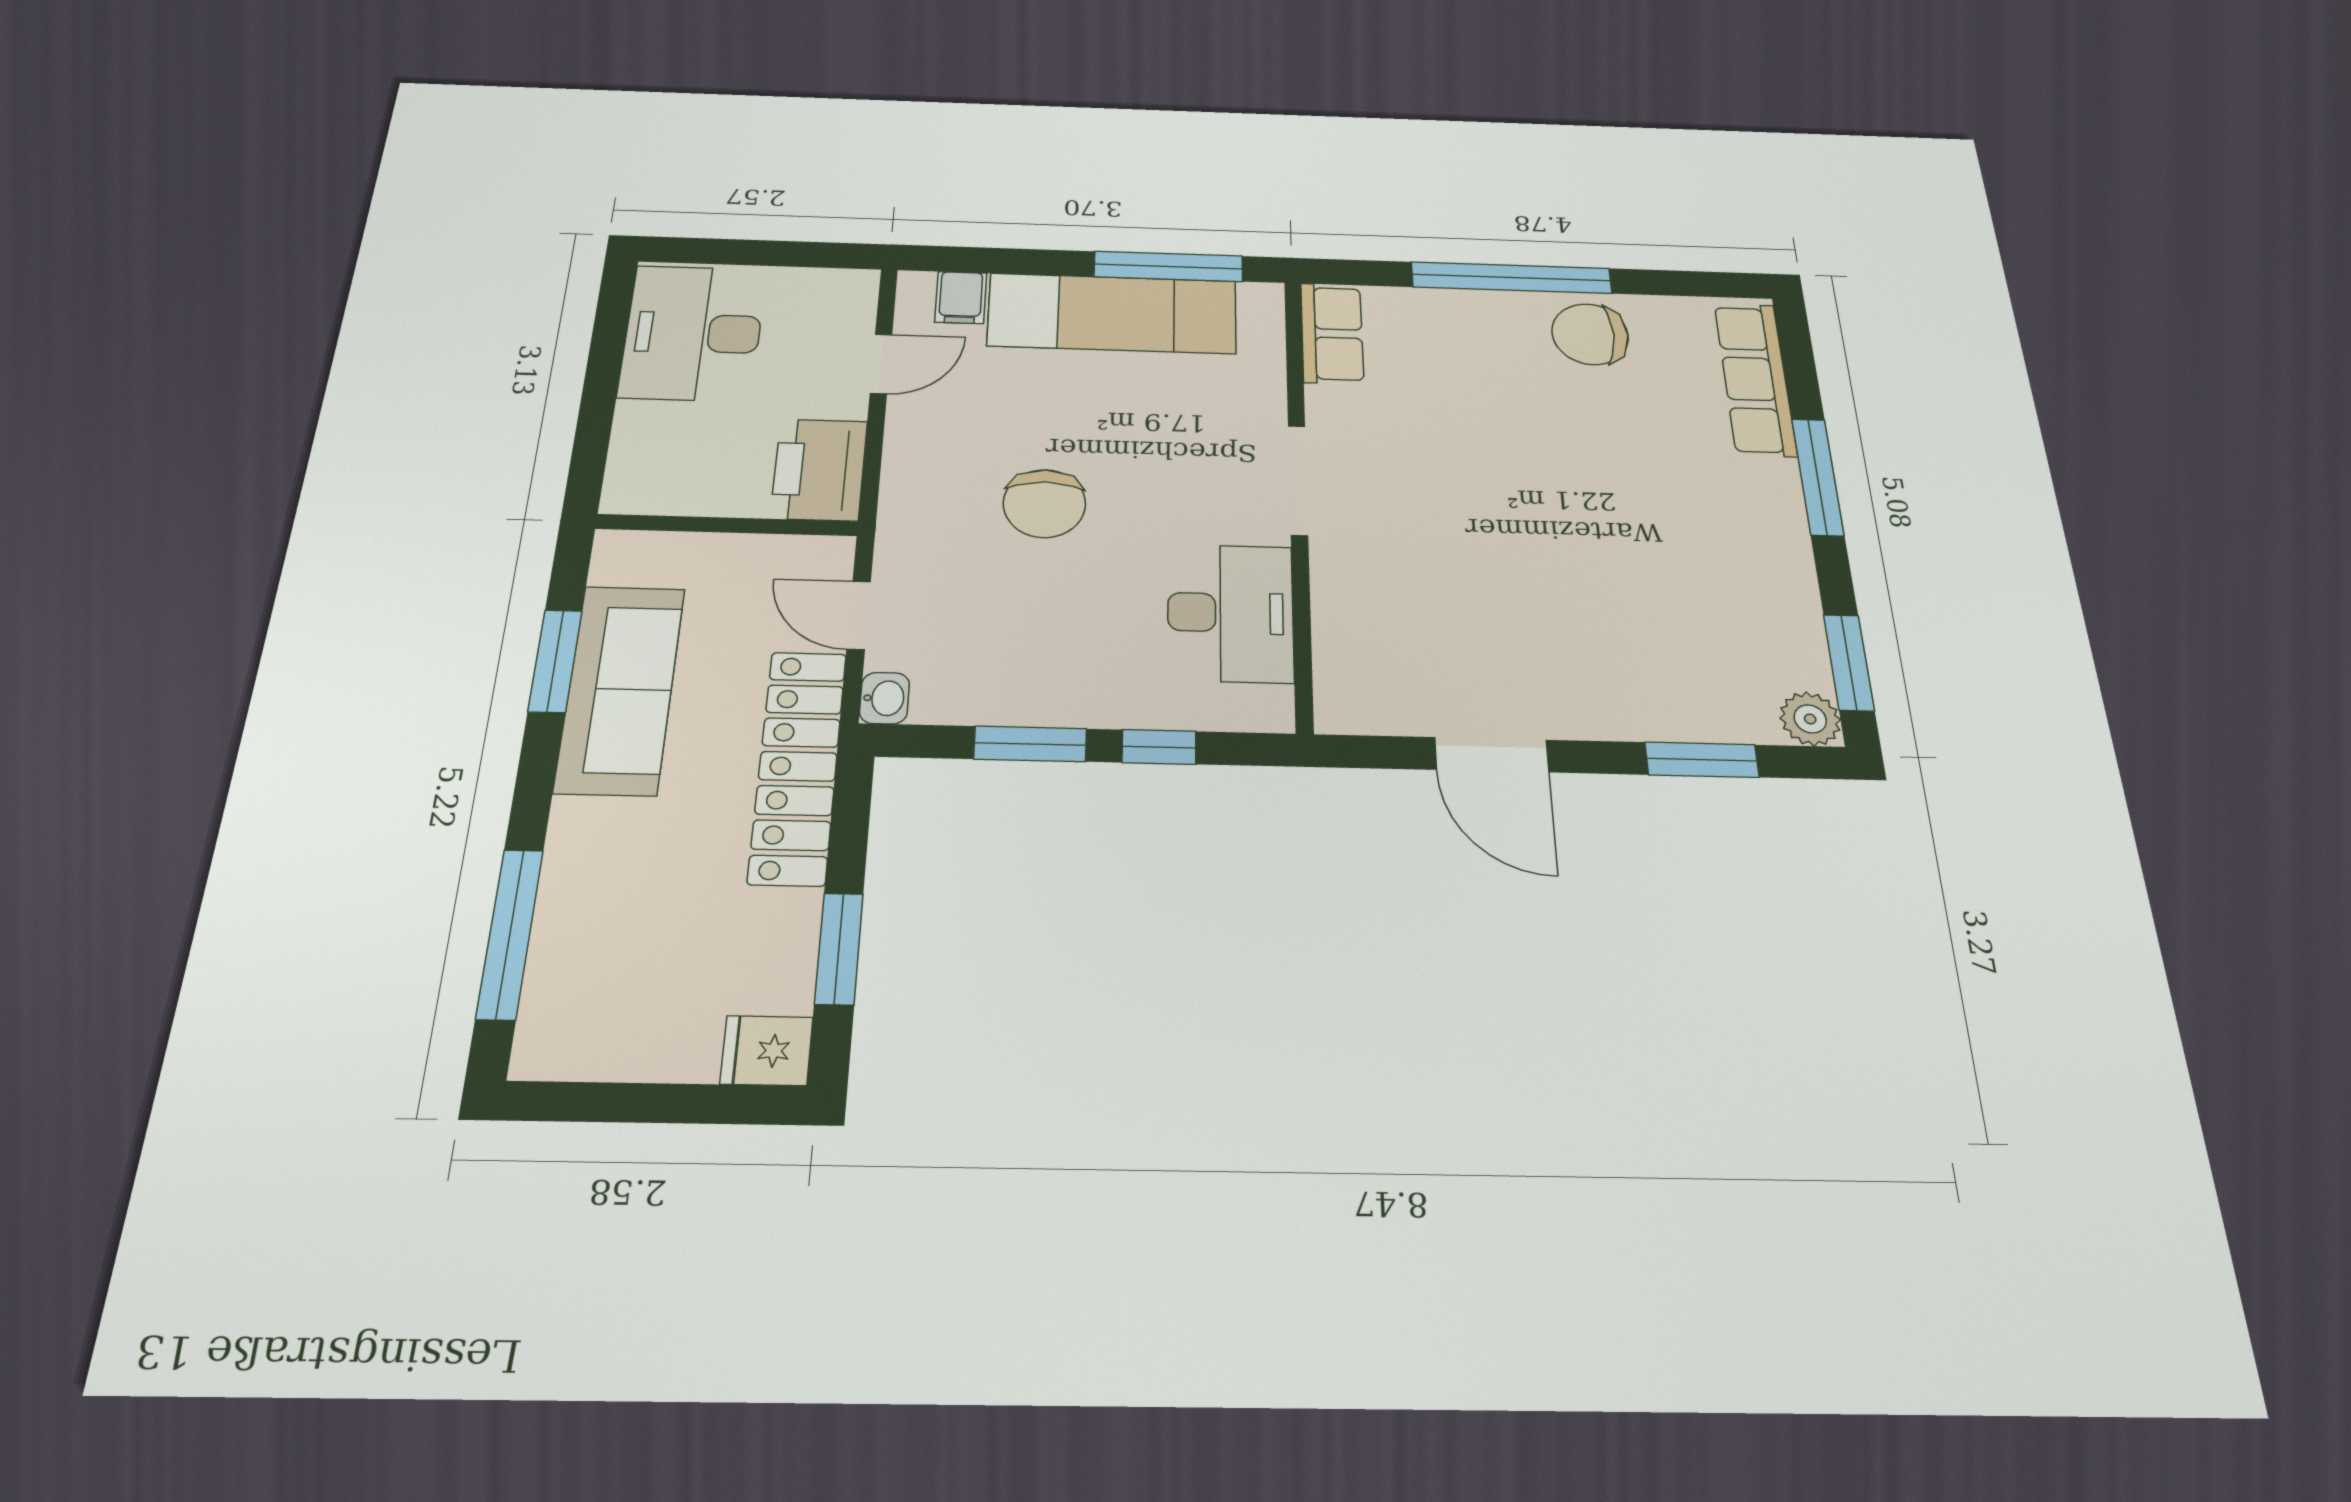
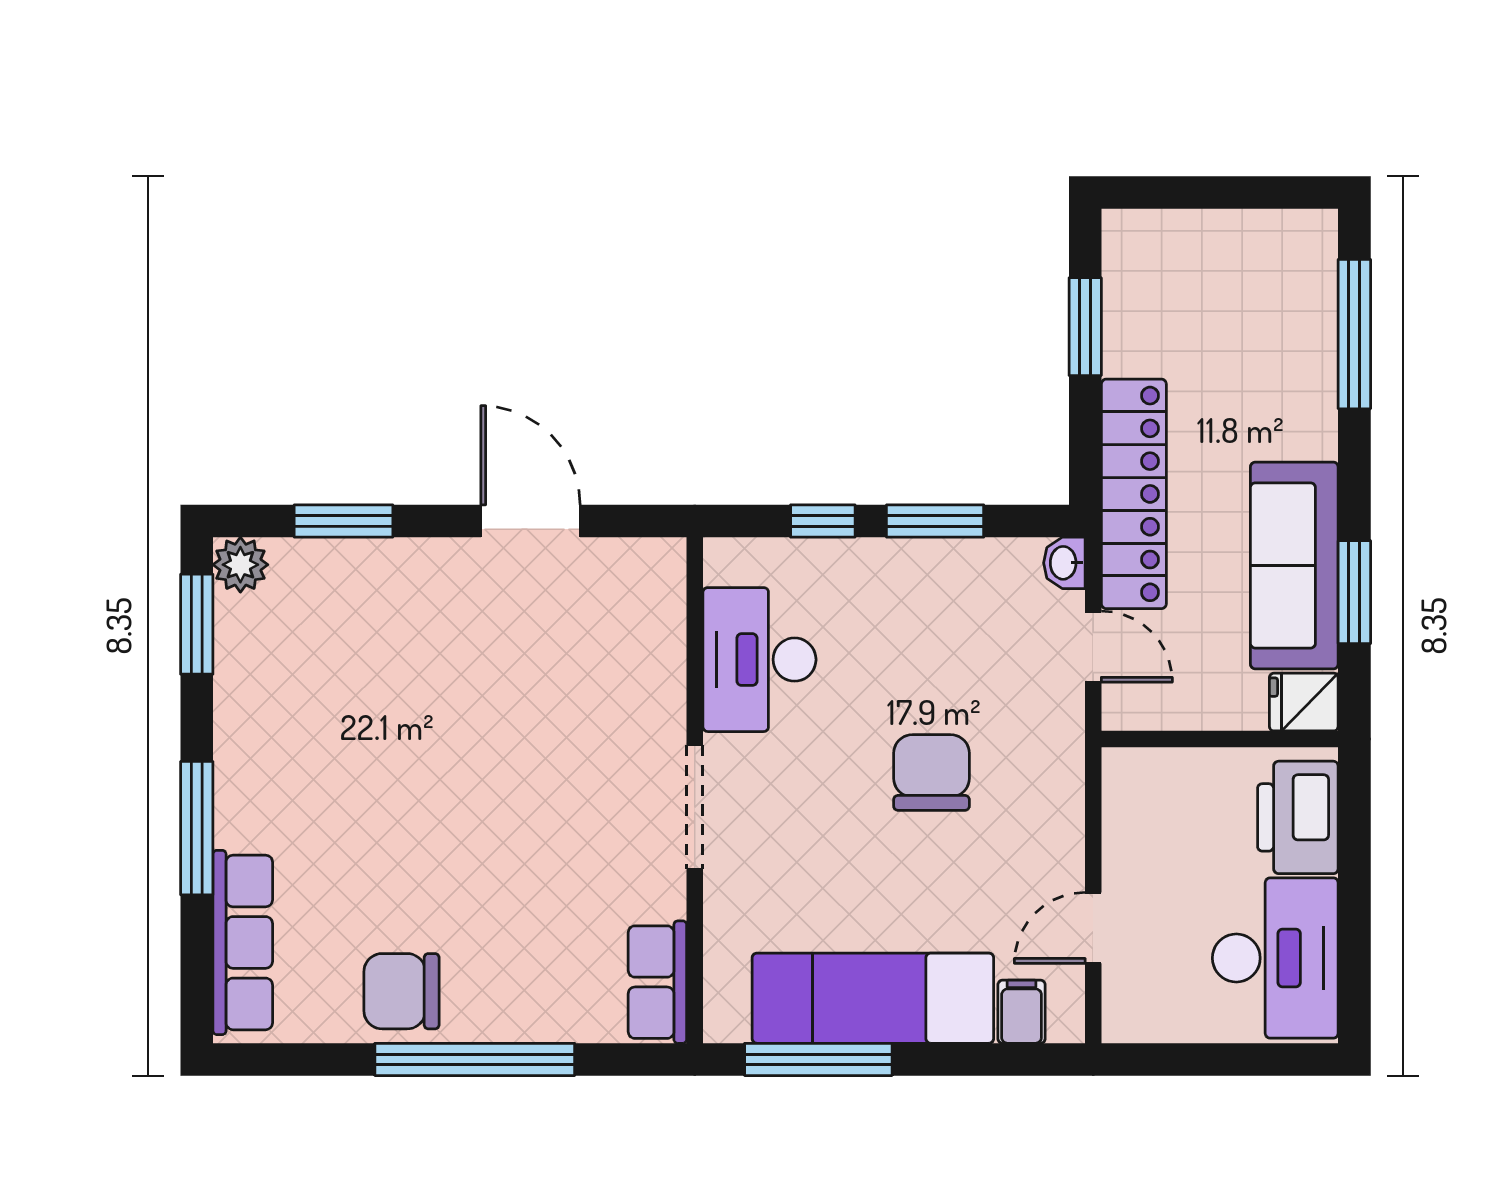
chair: (1590, 334) -> (401, 991), turned 180
printer: (819, 470) -> (1298, 817), moved, turned 180
fridge: (767, 1051) -> (1304, 702), moved, turned 180

